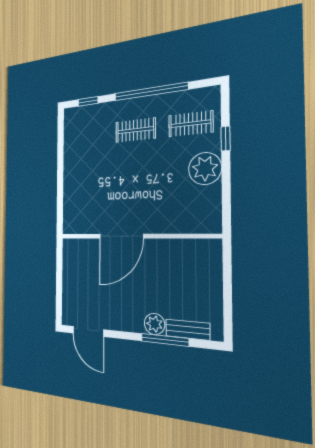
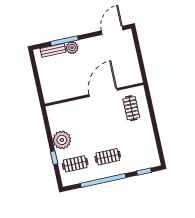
clothes rail: (86, 202) -> (131, 108), added
door: (88, 331) -> (112, 30), hinge flipped

